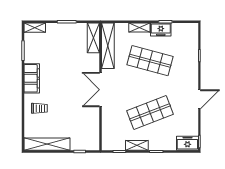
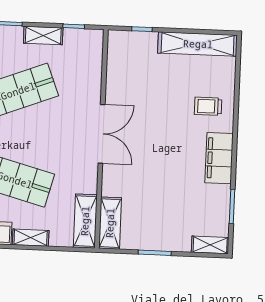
shelving: (108, 46) -> (85, 221), width x0.68

